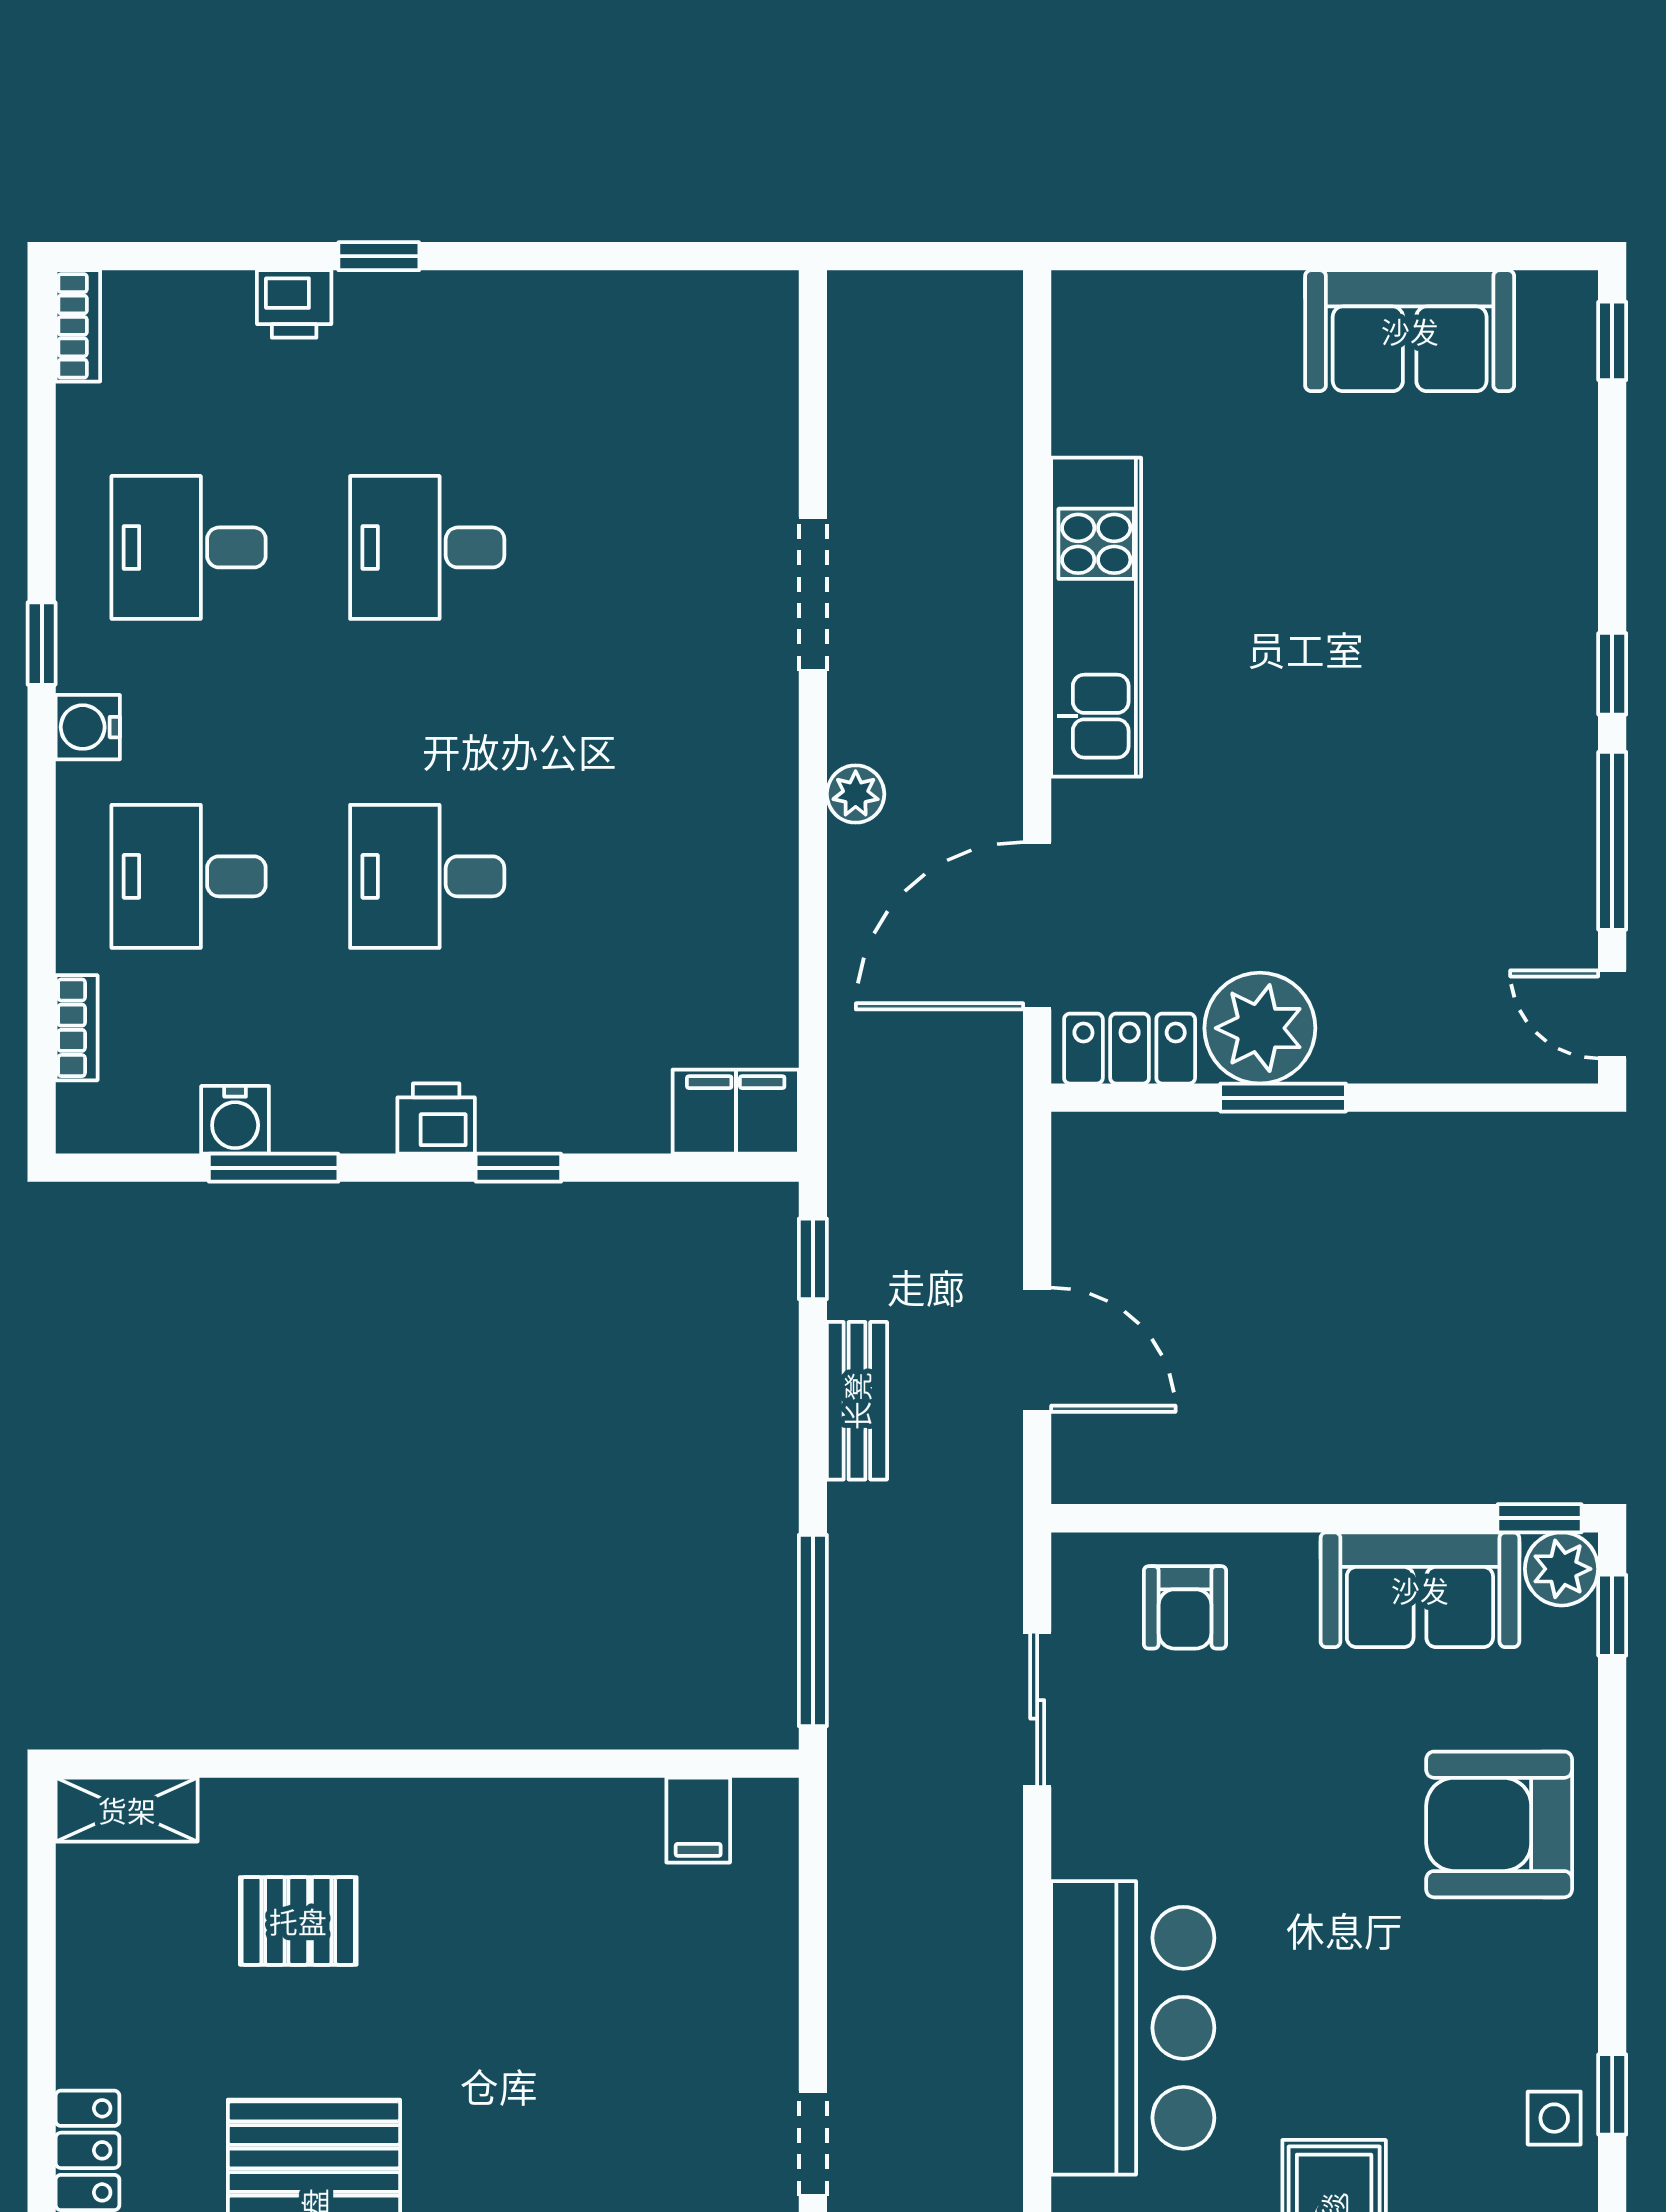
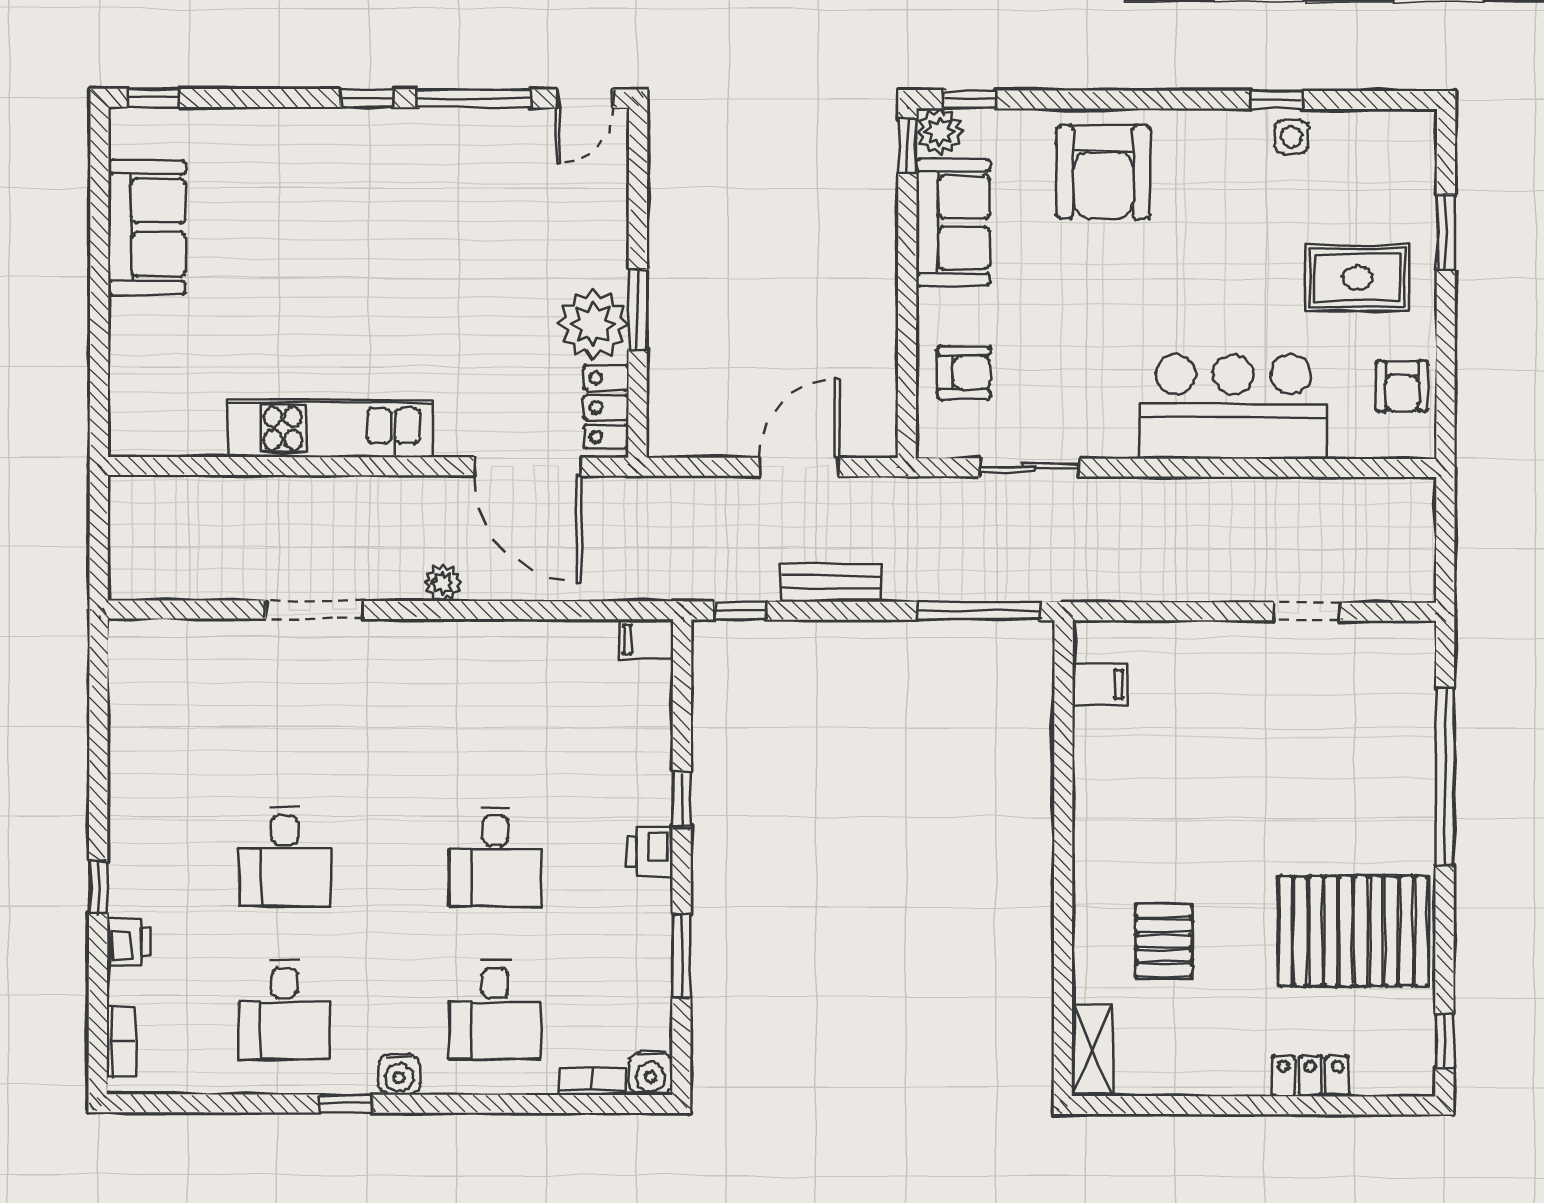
bookcase: (78, 326) -> (121, 1042), moved, turned 90
filing cabinet: (736, 1112) -> (646, 640), width x0.50
water cooler: (235, 1120) -> (651, 1073), moved, turned 90

